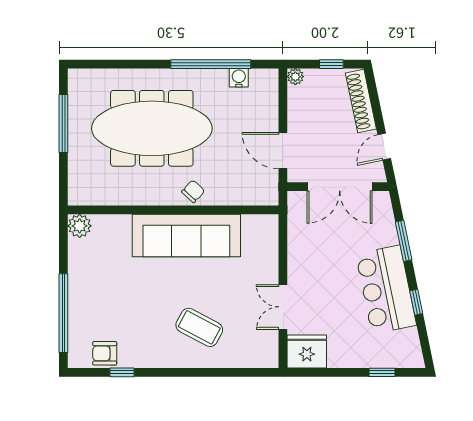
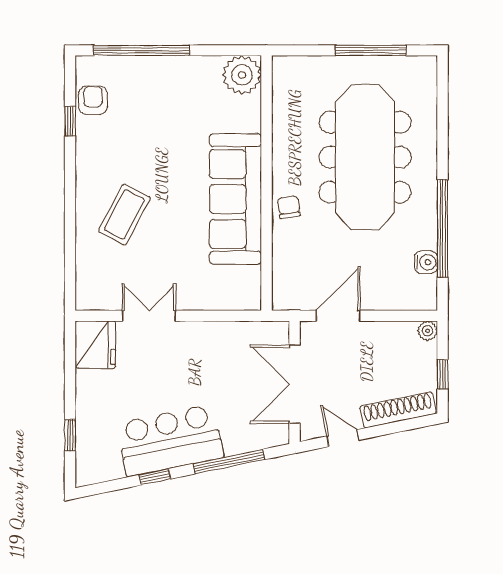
chair: (193, 191) -> (289, 207), turned -141
plant: (80, 226) -> (242, 75), width x1.36, depth x1.36
window: (404, 241) -> (229, 462), width x1.44

